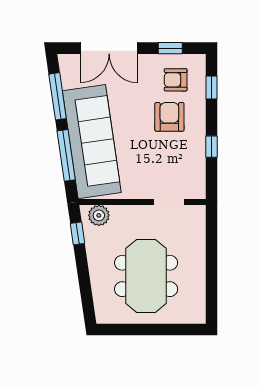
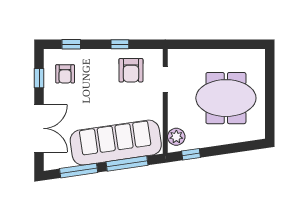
armchair: (169, 117) -> (131, 70), moved, turned -90

